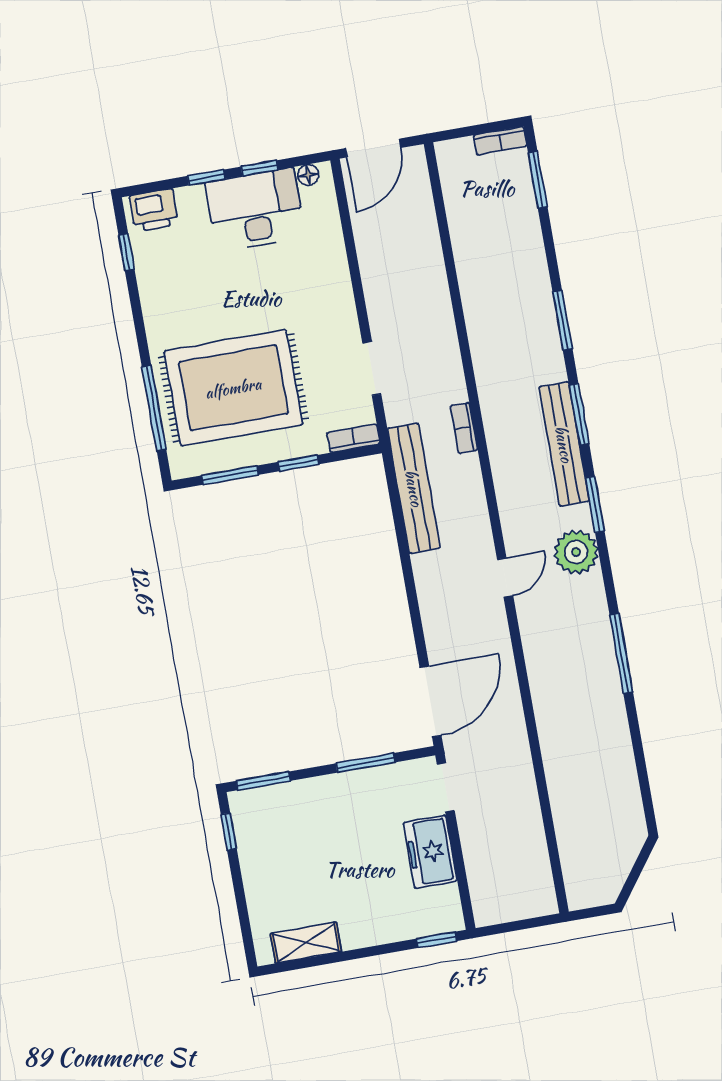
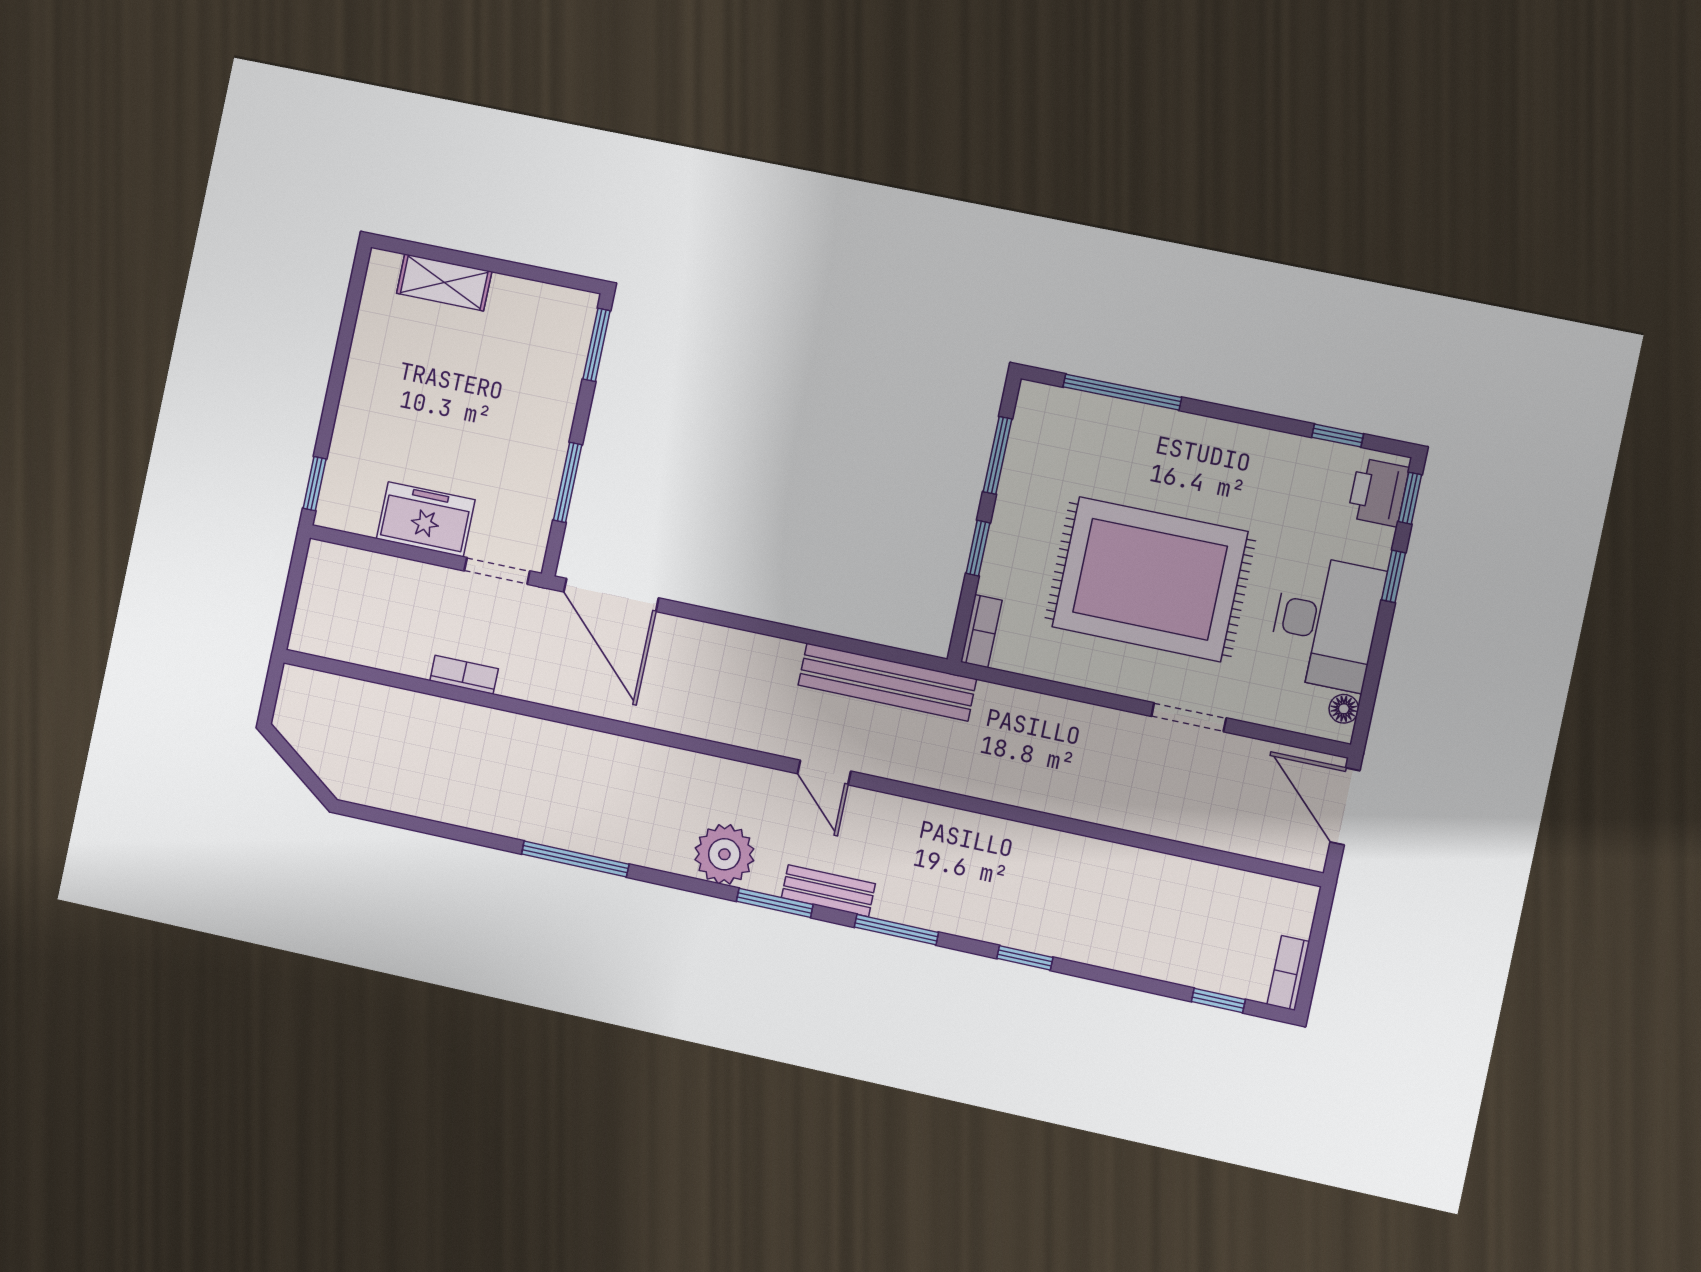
window: (260, 168) -> (1410, 498), moved
window: (538, 180) -> (1218, 1001), width x0.67
window: (562, 320) -> (1025, 958), width x0.67
doorway: (372, 368) -> (1189, 717), moved
rug: (233, 388) -> (1150, 579), moved, turned 90
bookcase: (464, 428) -> (464, 675), moved
bench: (564, 444) -> (828, 891), width x0.54, depth x0.82
door: (505, 578) -> (824, 772), moved
window: (229, 832) -> (551, 277), removed
shelving: (306, 943) -> (444, 282), moved, turned 90

